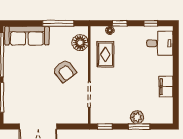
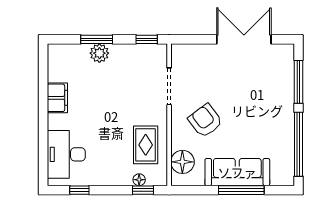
window: (58, 23) -> (241, 190), moved
window: (120, 23) -> (143, 190), moved
sofa: (27, 36) -> (237, 172), moved
desk: (160, 43) -> (66, 154), width x1.37

